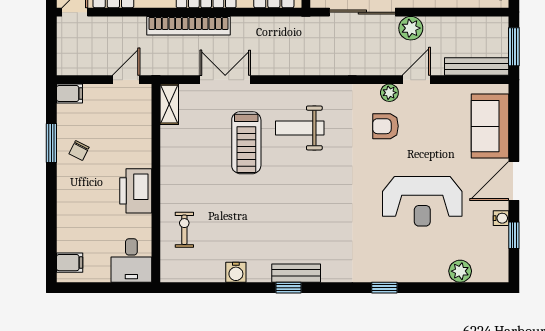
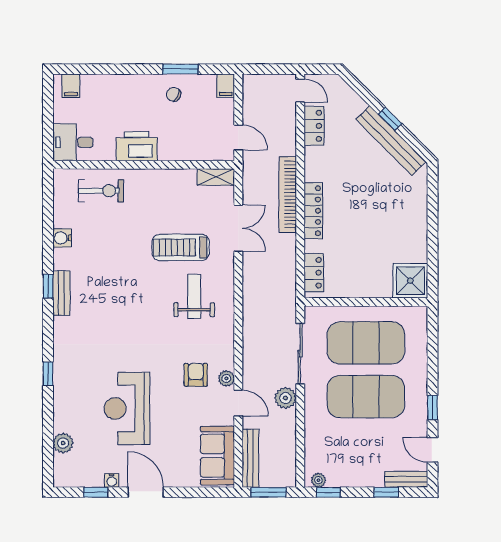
sofa: (490, 126) -> (217, 456), moved, turned -90
exercise bike: (184, 230) -> (101, 191), width x1.38, depth x1.39

